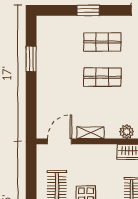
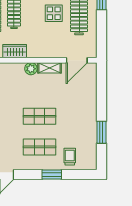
trolley: (67, 31) -> (70, 157), added
plant: (127, 132) -> (31, 69), moved

